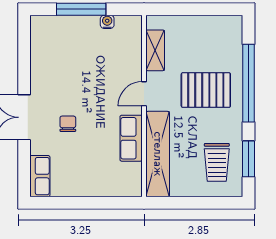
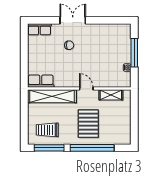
row of seats: (131, 138) -> (41, 81), moved
window: (249, 159) -> (49, 148), width x1.44

